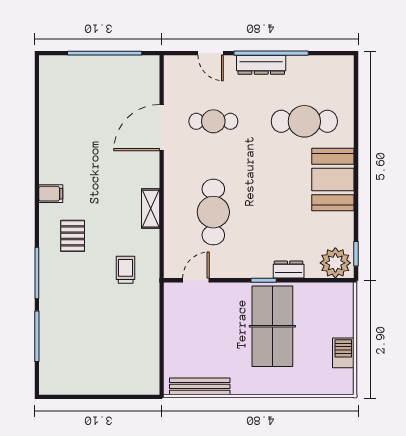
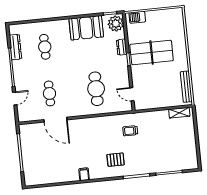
dresser: (261, 65) -> (15, 47), moved
cafe table: (304, 121) -> (45, 47), width x0.73, depth x0.74
booth: (333, 179) -> (86, 28), moved
filing cabinet: (51, 194) -> (84, 174), moved
shelving: (151, 209) -> (179, 113), moved
cafe table: (213, 212) -> (96, 89), turned 90
barbecue: (343, 353) -> (137, 17), moved

